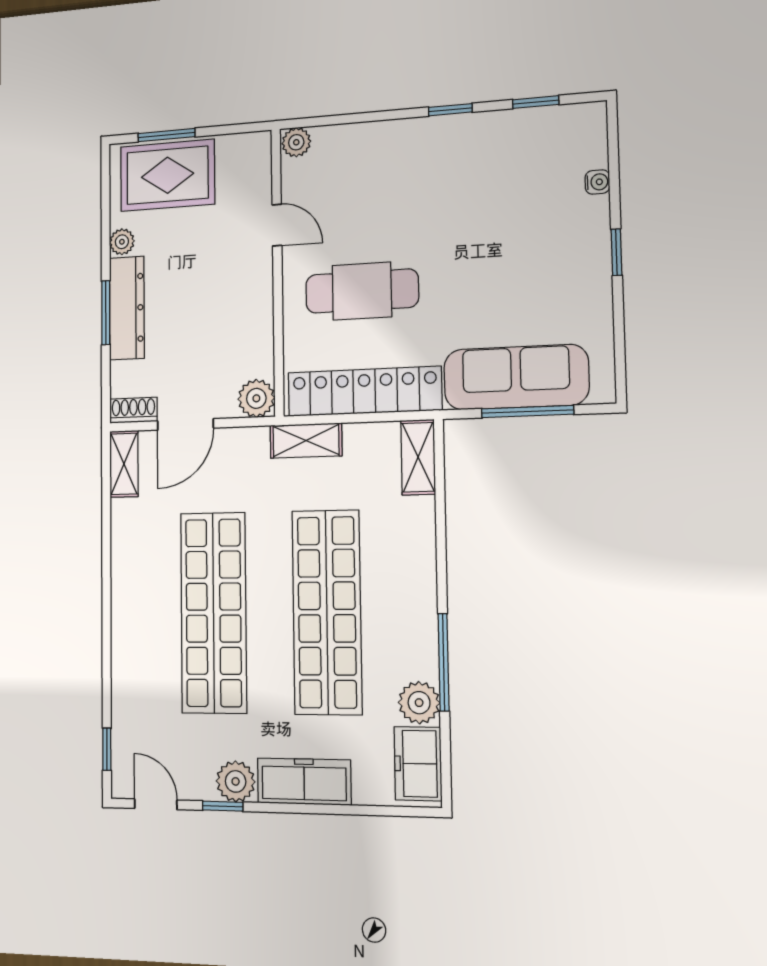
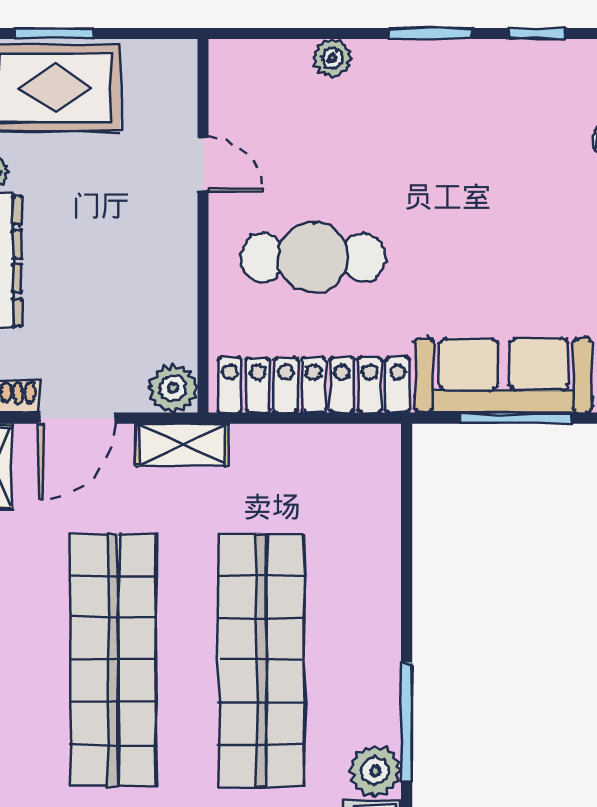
window: (450, 110) -> (430, 34), width x1.50
plant: (296, 142) -> (332, 58), moved
shelving: (306, 441) -> (182, 444), moved
shelving: (418, 457) -> (380, 470), removed

